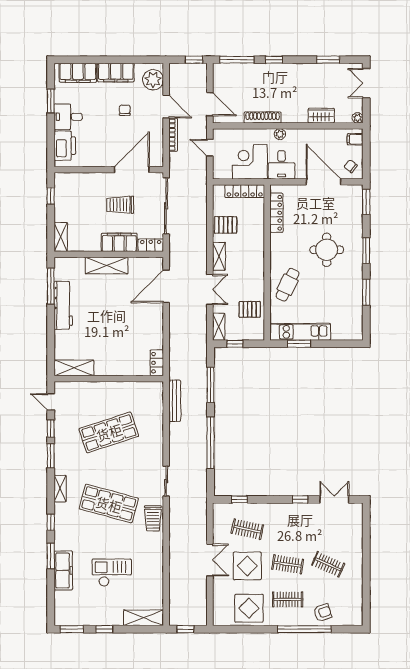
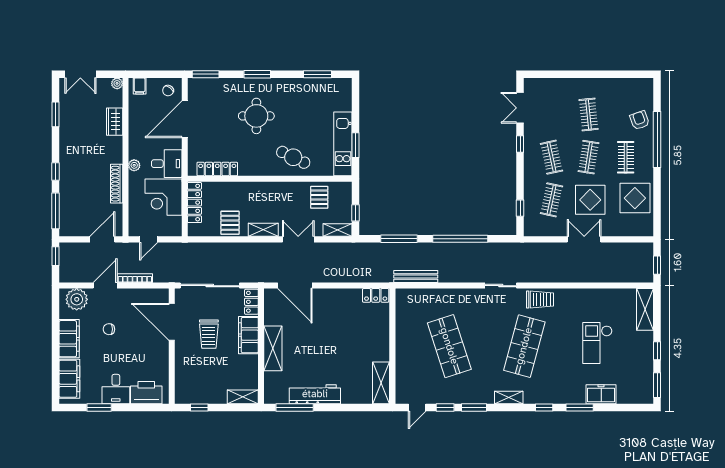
window: (366, 292) -> (318, 74), moved
clothes rail: (288, 529) -> (551, 157), added
clothes rail: (328, 564) -> (589, 114), turned -30
freezer: (63, 570) -> (601, 394), width x0.71

